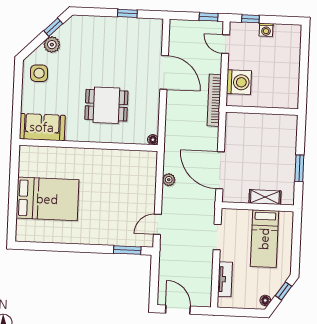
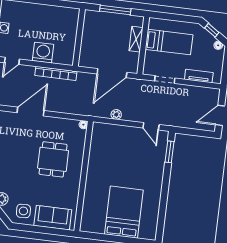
wall: (262, 110) -> (79, 38), moved
sofa: (42, 127) -> (53, 218), moved, turned 90
window: (299, 168) -> (115, 10), width x1.44

